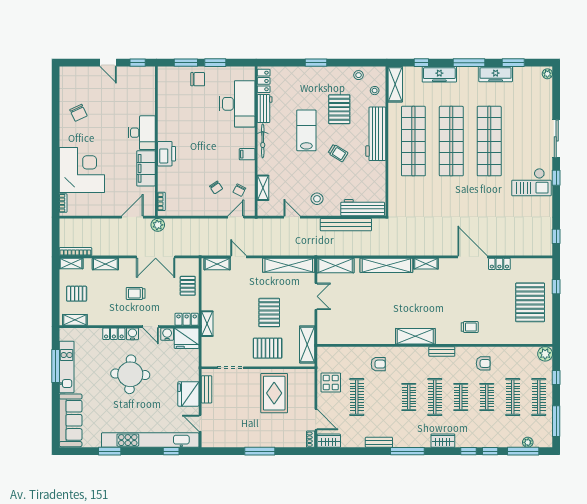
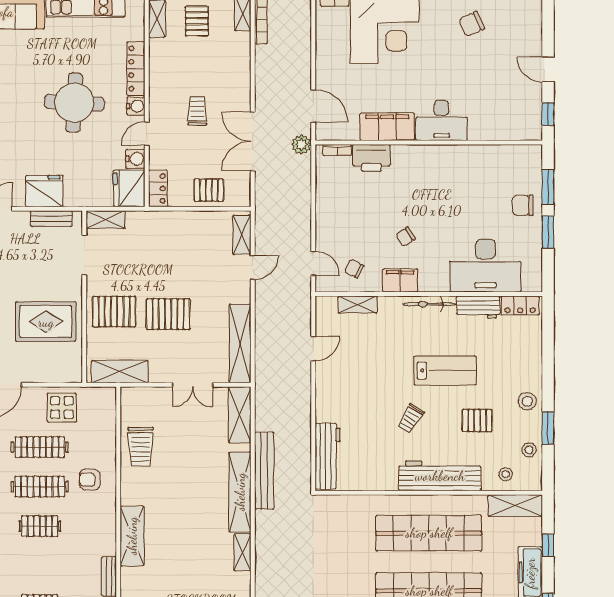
door: (108, 63) -> (548, 69), hinge flipped
window: (316, 63) -> (548, 428), moved
chair: (198, 79) -> (523, 205), turned 90
pallet: (339, 109) -> (477, 421), width x0.67, depth x0.71
printer: (167, 154) -> (371, 158), moved
filing cabinet: (247, 154) -> (400, 280), width x2.00
chair: (216, 187) -> (406, 237), moved
stool: (317, 199) -> (527, 401), moved
bench: (346, 225) -> (264, 471), moved
shelving: (105, 264) -> (242, 65), removed
shelving: (207, 324) -> (106, 220), moved
trolley: (356, 331) -> (141, 447), added
locker: (114, 334) -> (136, 69), width x1.53
pallet: (268, 348) -> (114, 312), turned 90
armchair: (378, 364) -> (90, 480), turned 90
clothes rail: (435, 397) -> (40, 487), moved

